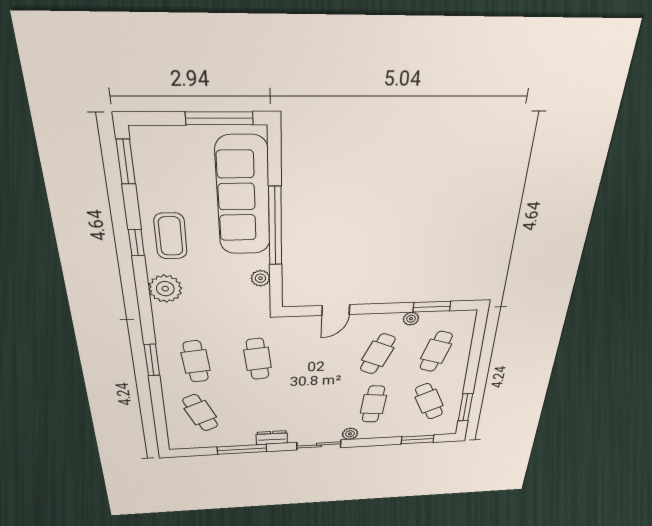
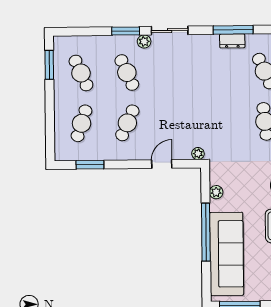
plant: (411, 319) -> (198, 154), moved
cafe table: (258, 359) -> (219, 122), removed
cafe table: (373, 404) -> (127, 73), turned -30
dresser: (272, 438) -> (232, 41), moved
window: (418, 439) -> (126, 31), moved

